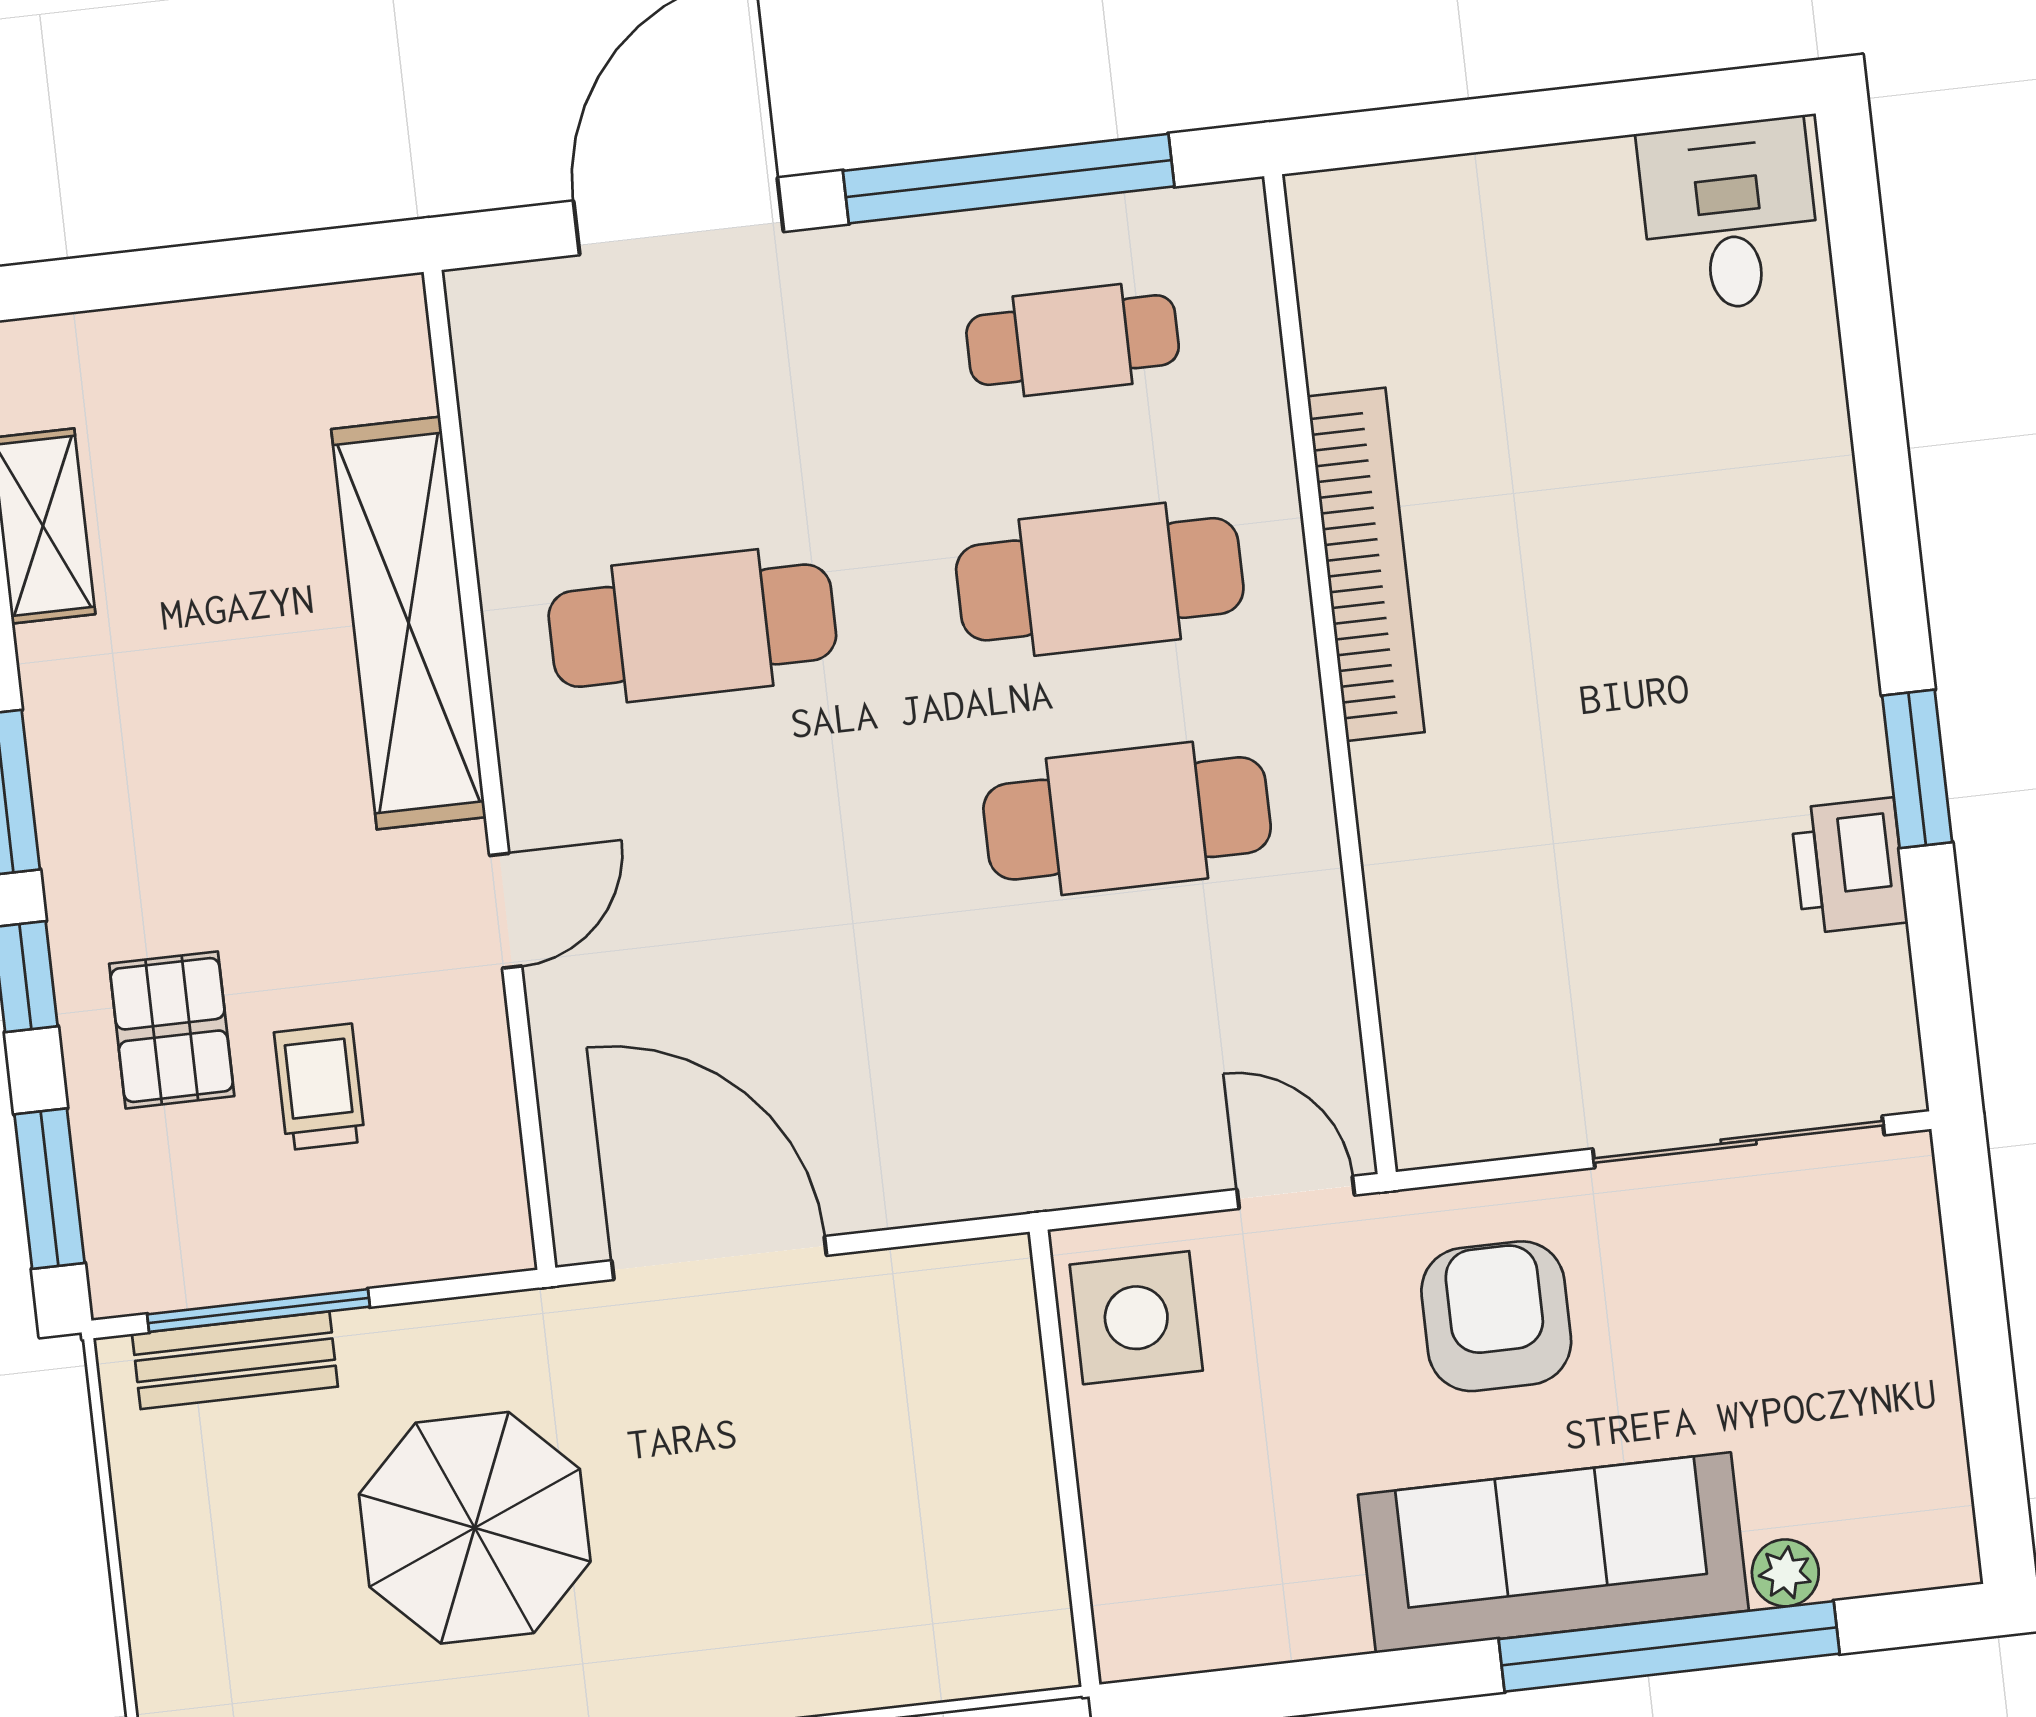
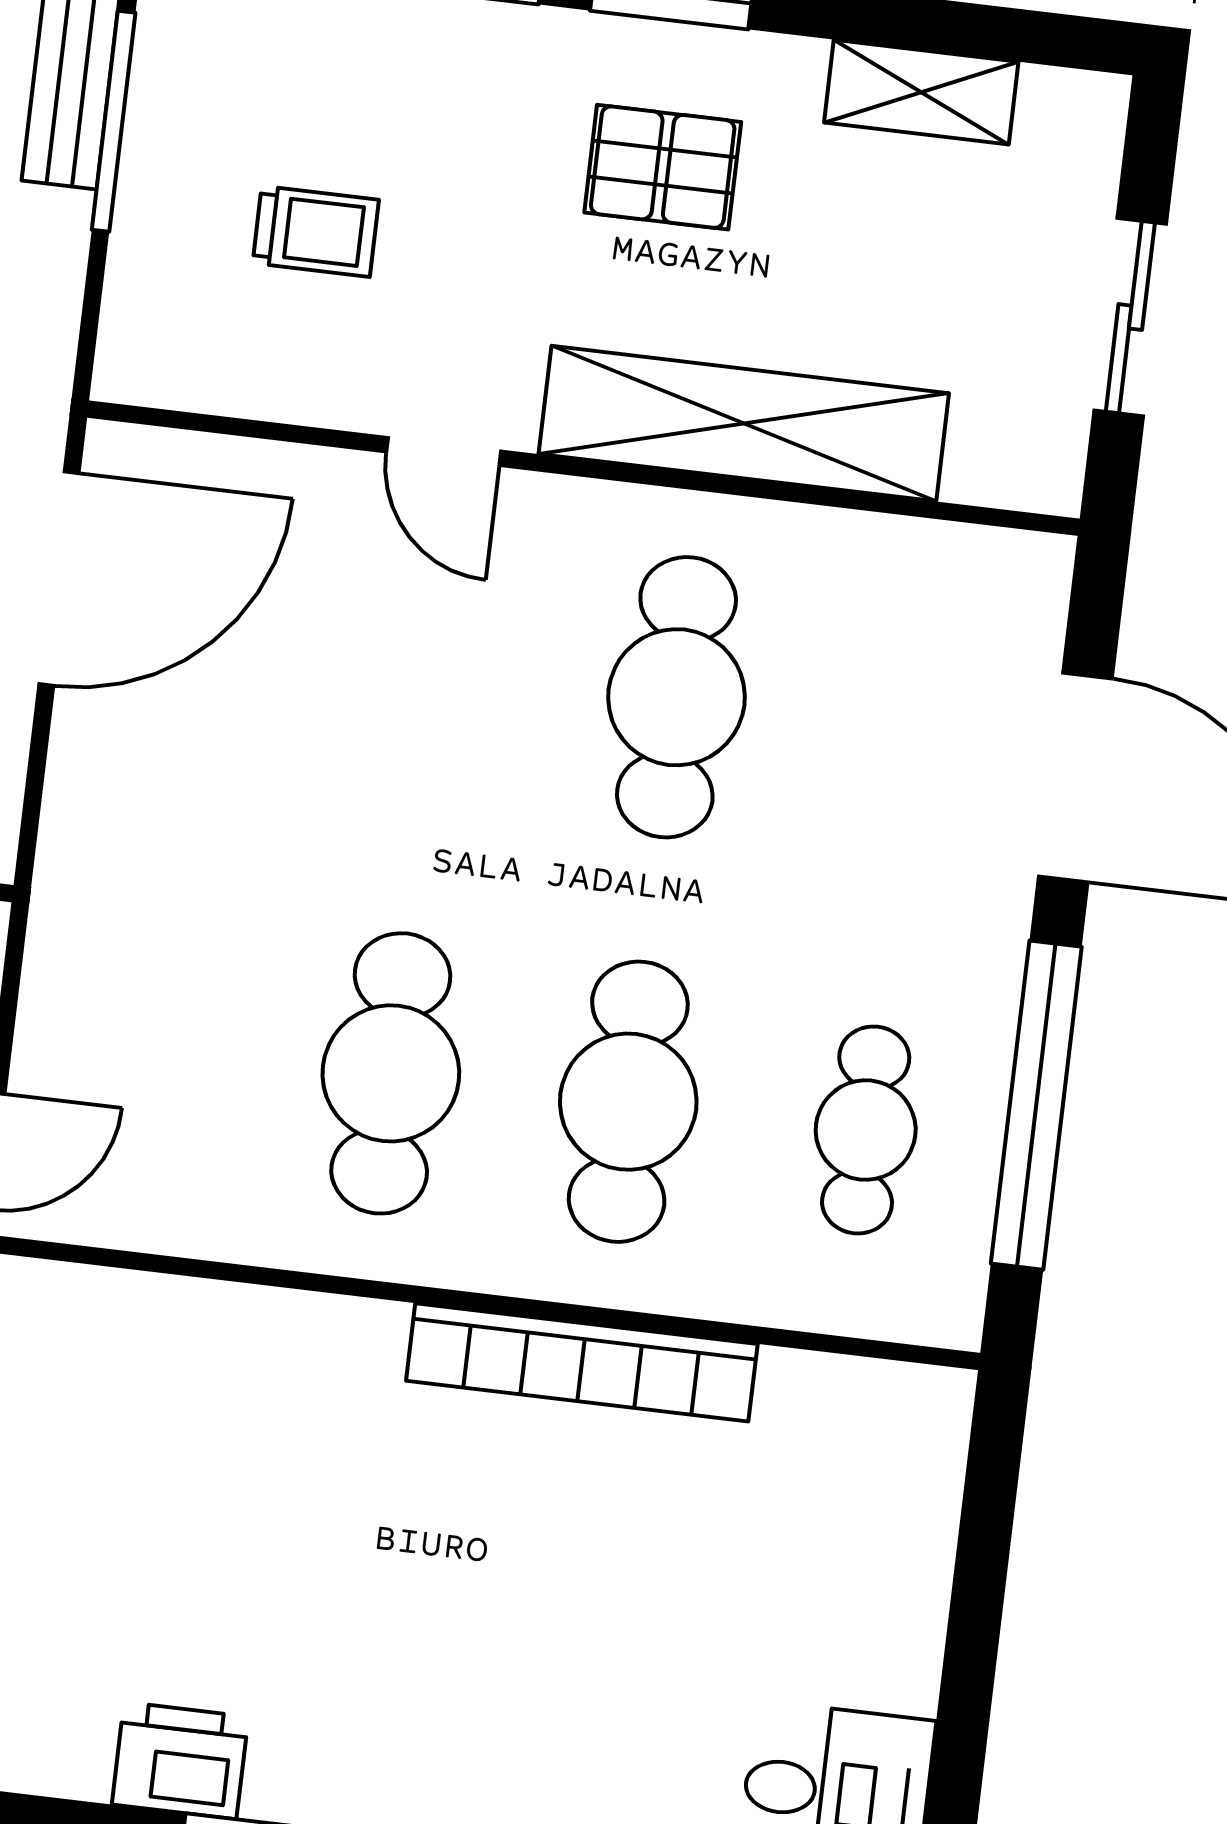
sliding door: (215, 269) -> (1130, 317), added
pallet: (172, 1030) -> (663, 167), moved

